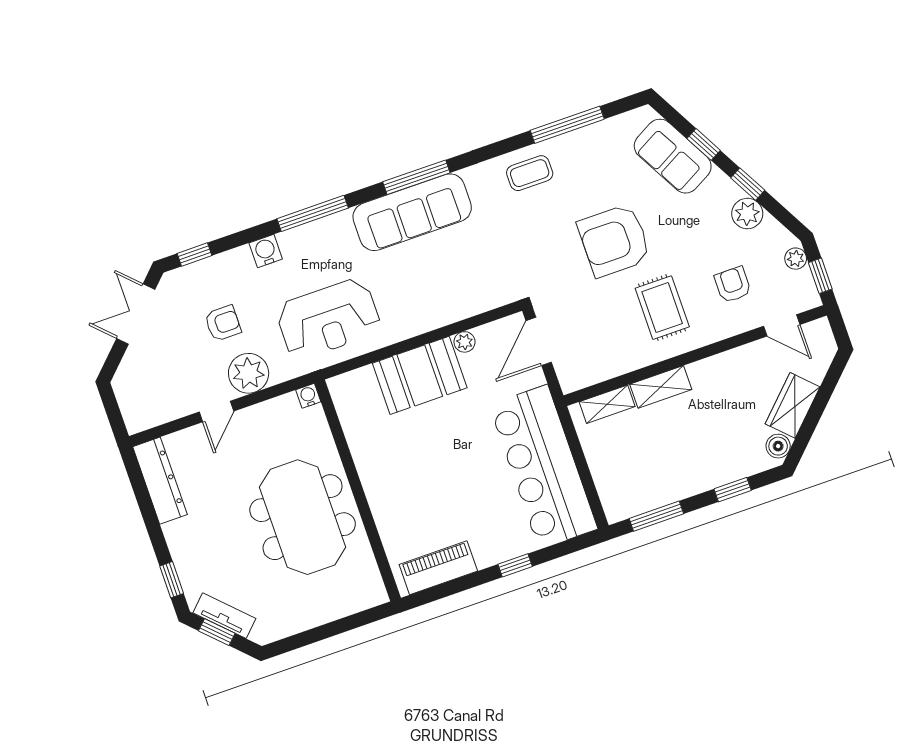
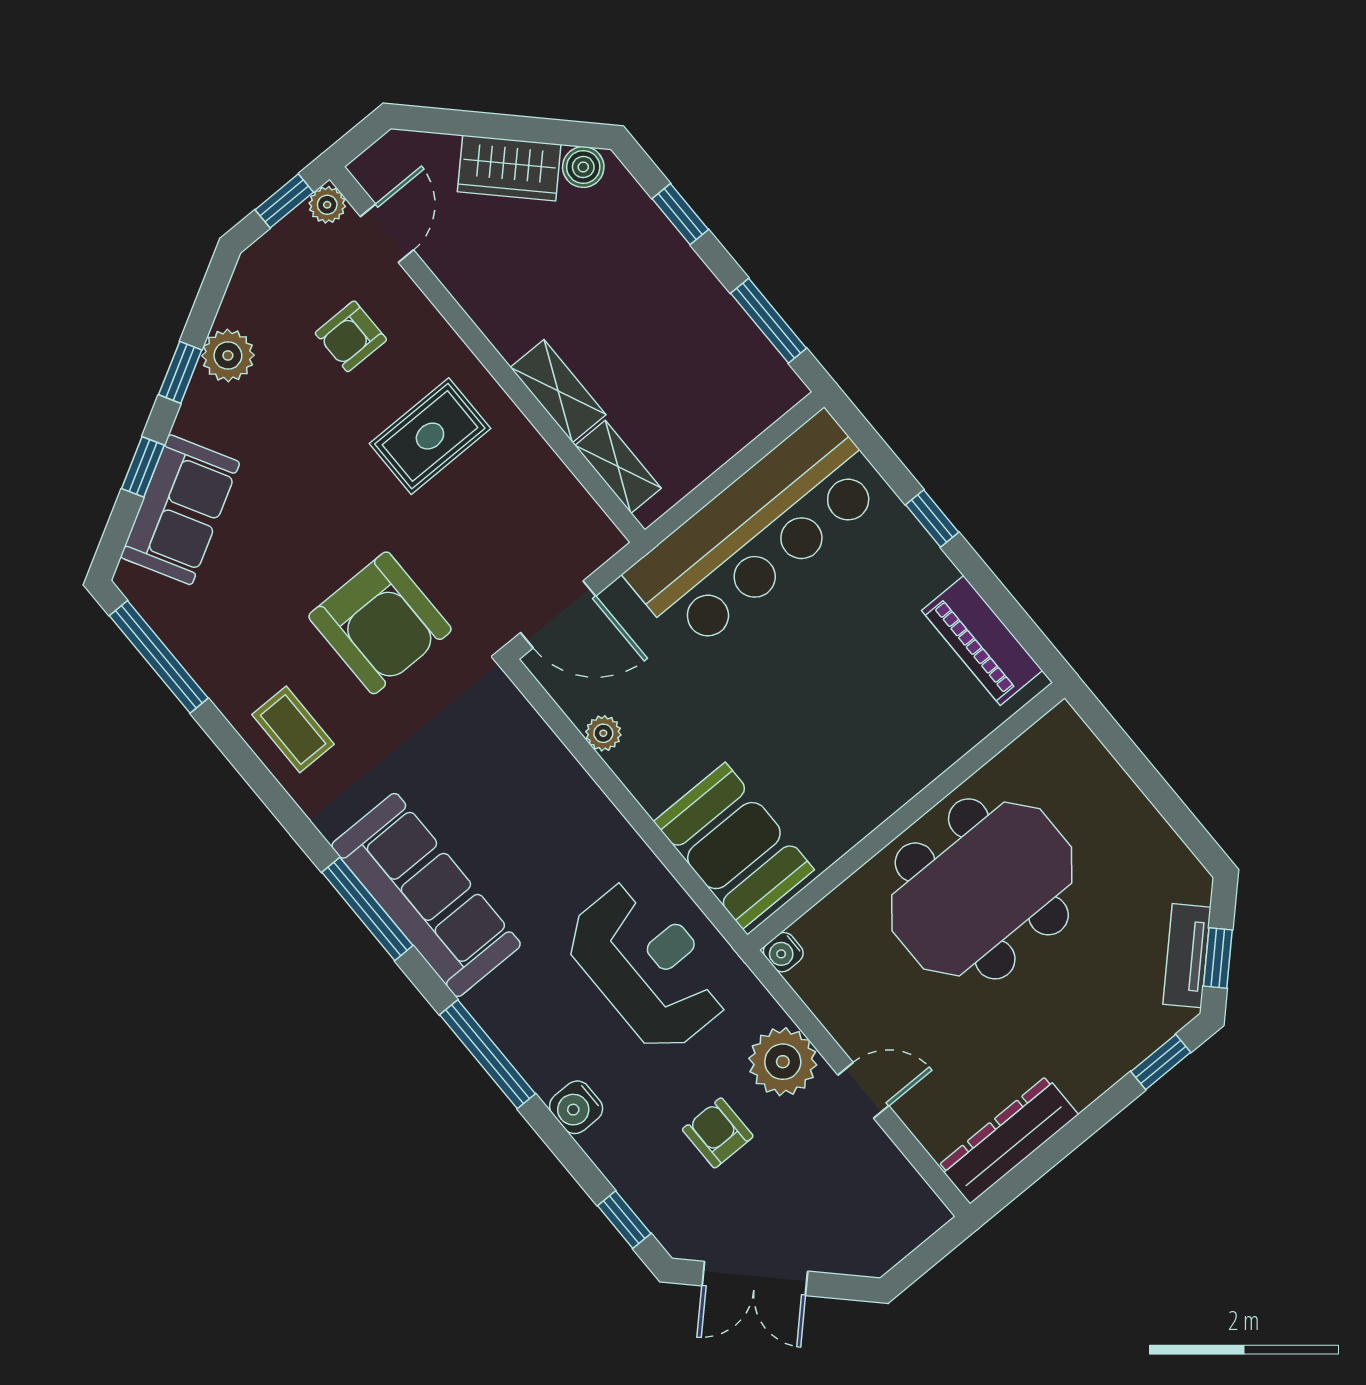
window: (567, 125) -> (159, 657), moved
armchair: (614, 241) -> (380, 623), moved
plant: (796, 259) -> (327, 205), moved
booth: (420, 375) -> (734, 846), moved

